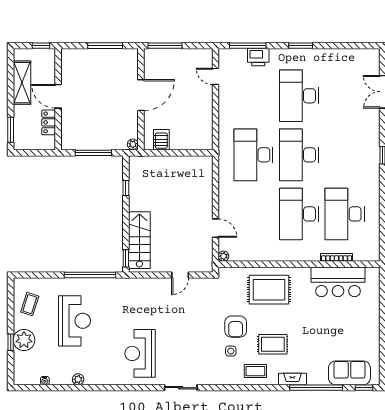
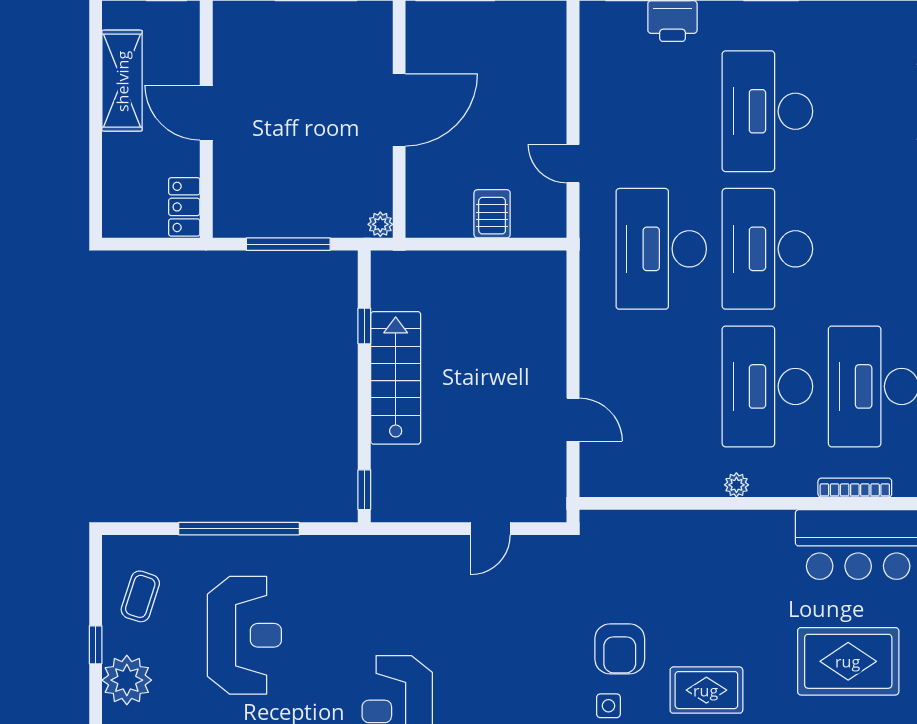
door: (216, 76) -> (573, 164), moved
locker: (49, 122) -> (184, 207), moved
window: (11, 130) -> (96, 190), removed
server rack: (161, 140) -> (492, 214), moved
stairs: (139, 240) -> (396, 378), moved
plant: (223, 256) -> (736, 485), moved
window: (90, 275) -> (239, 529), moved
rug: (269, 290) -> (848, 661), moved
window: (11, 342) -> (96, 645), moved

